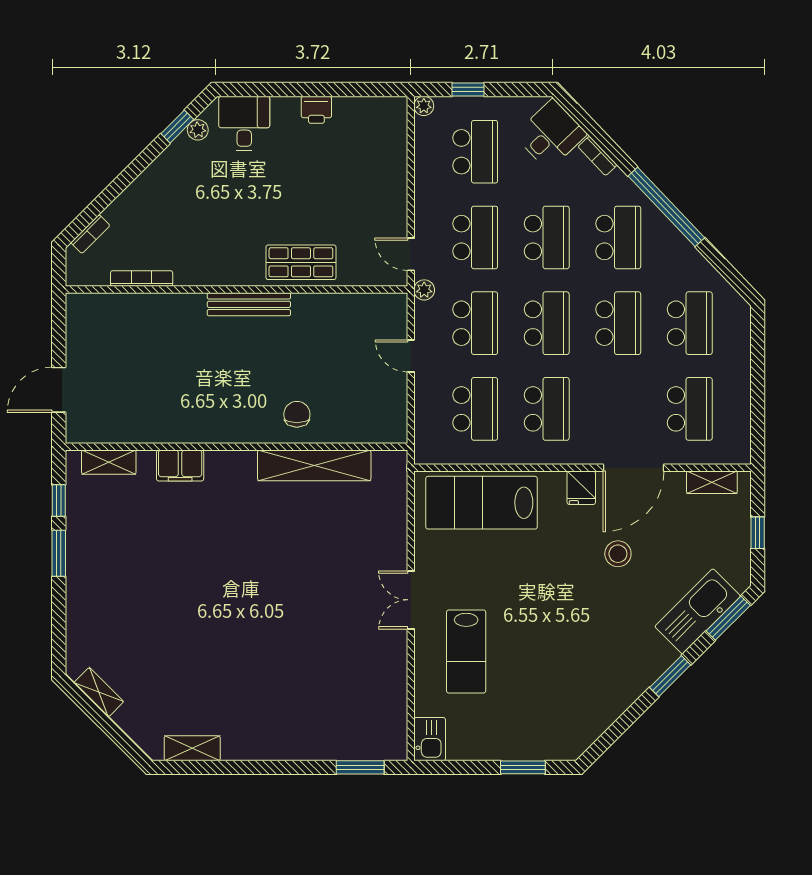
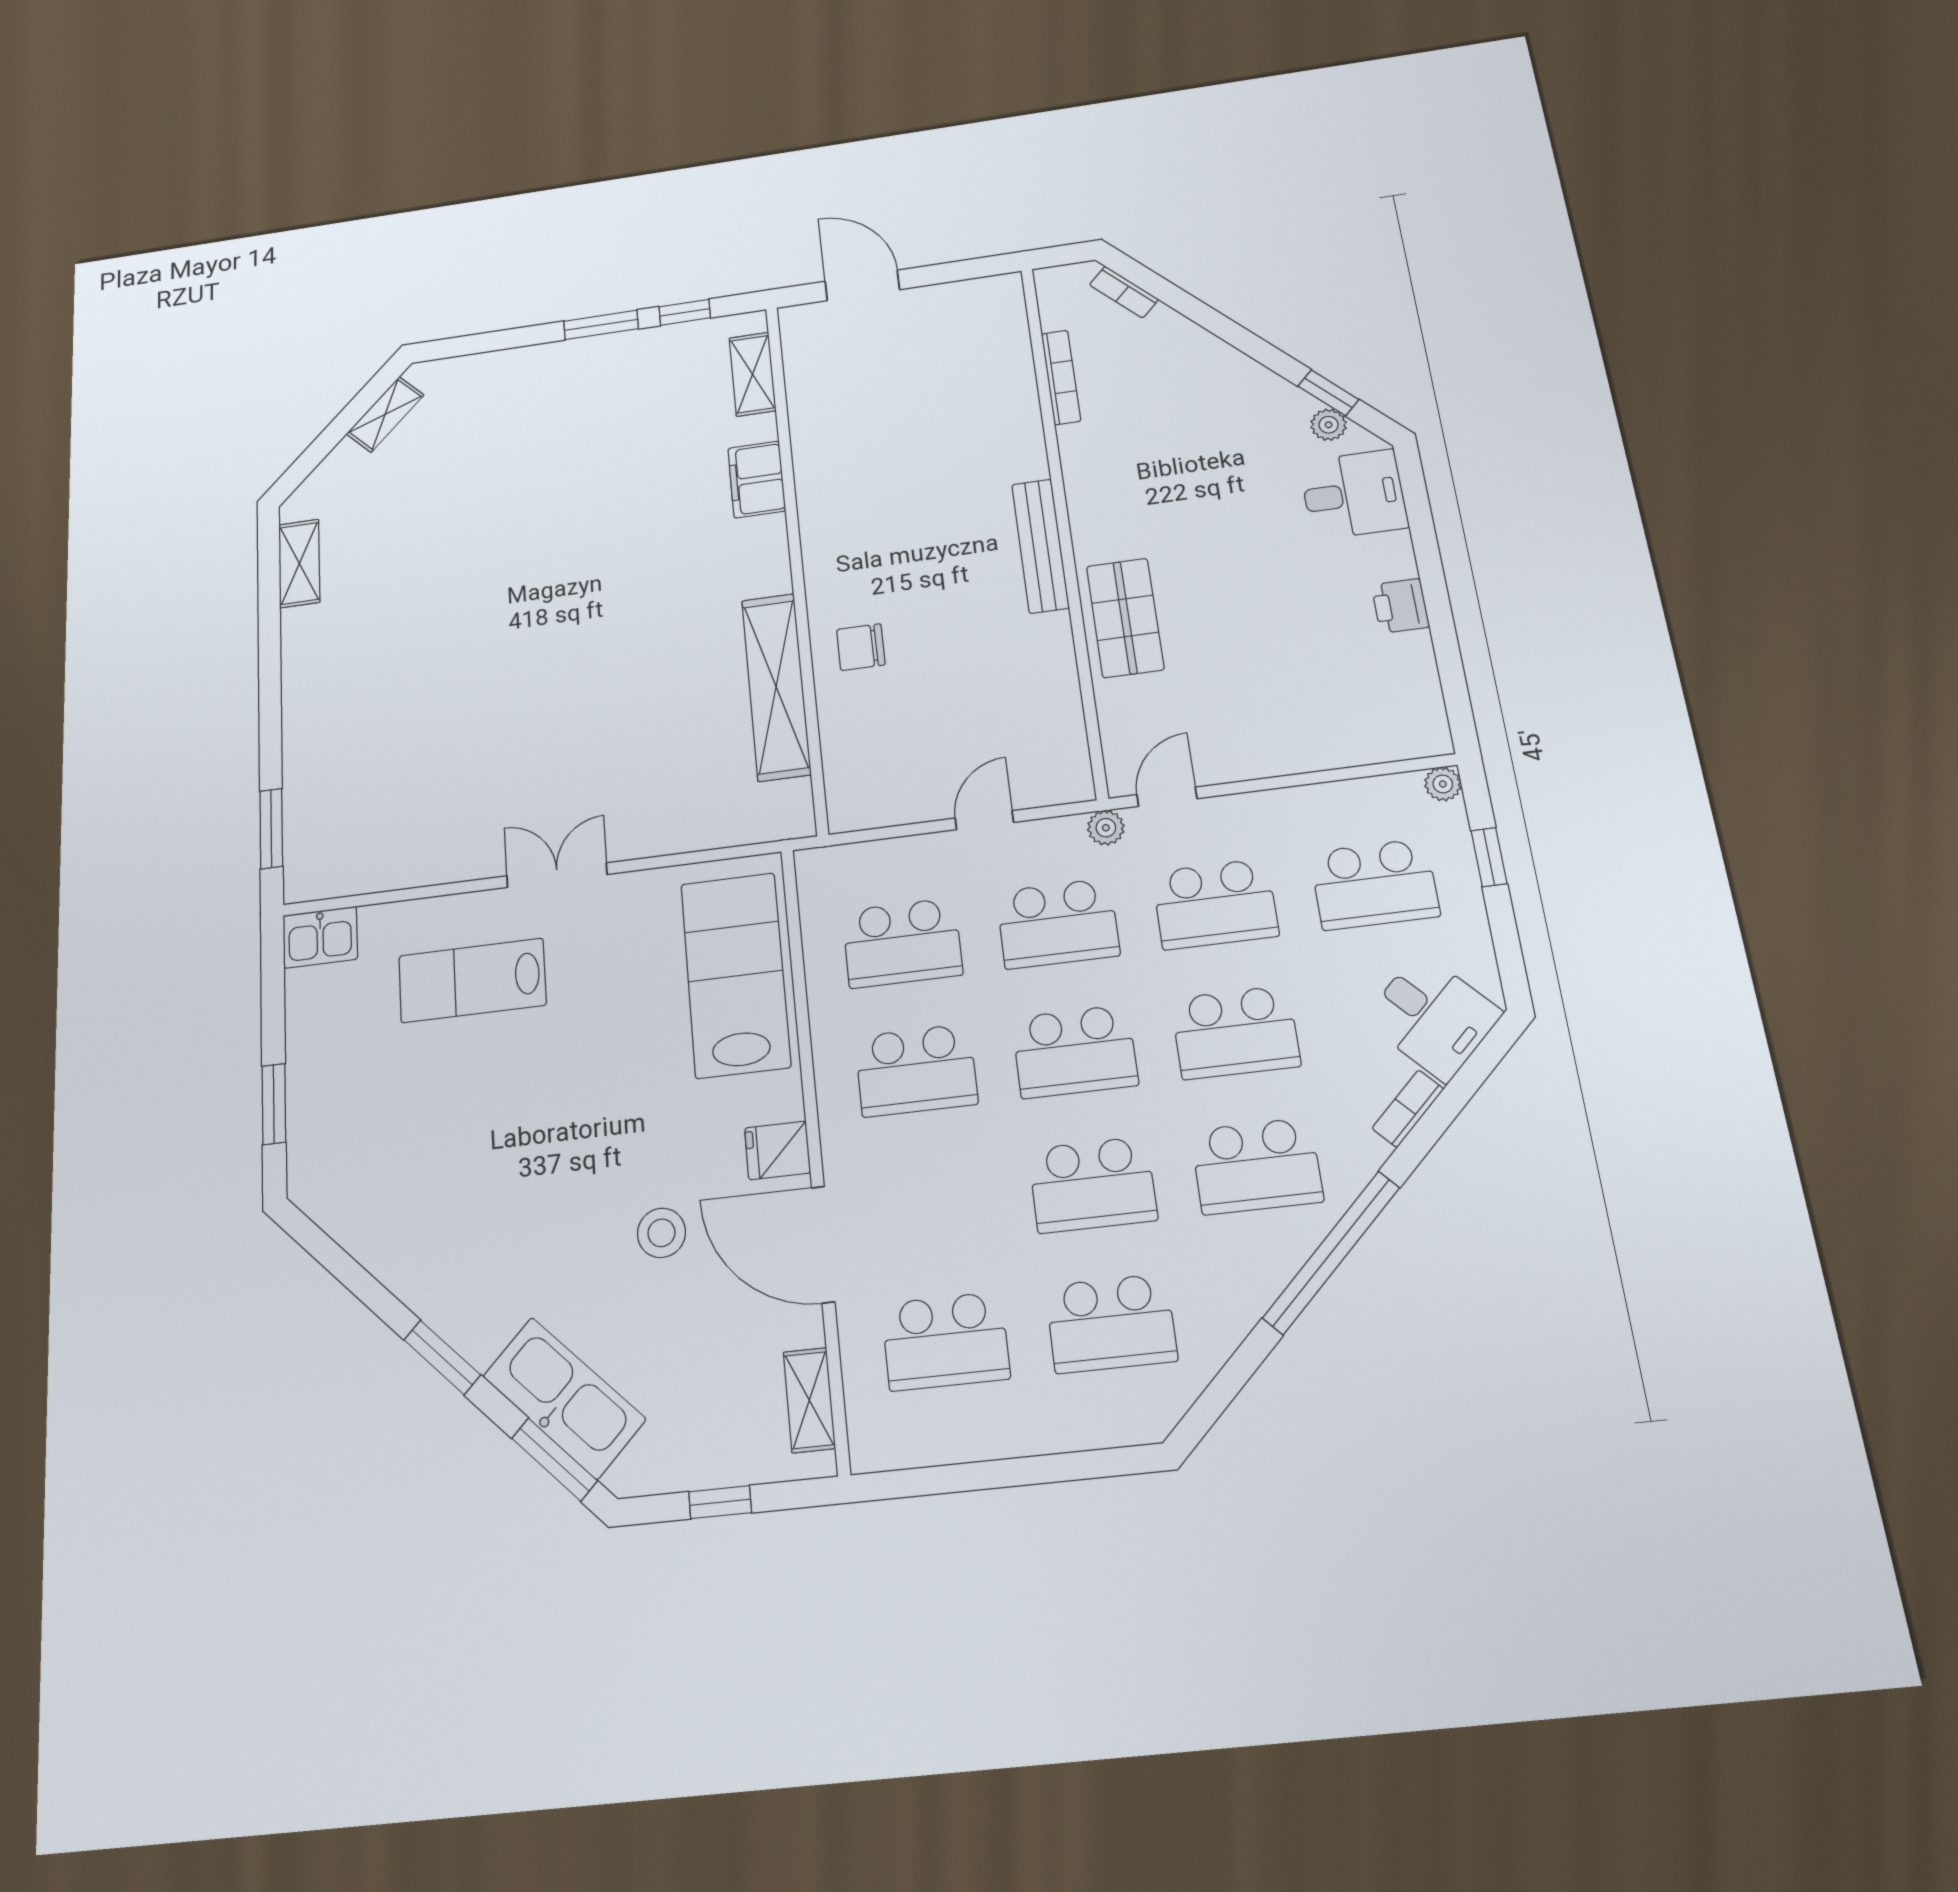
chair: (297, 414) -> (861, 647), turned 180

